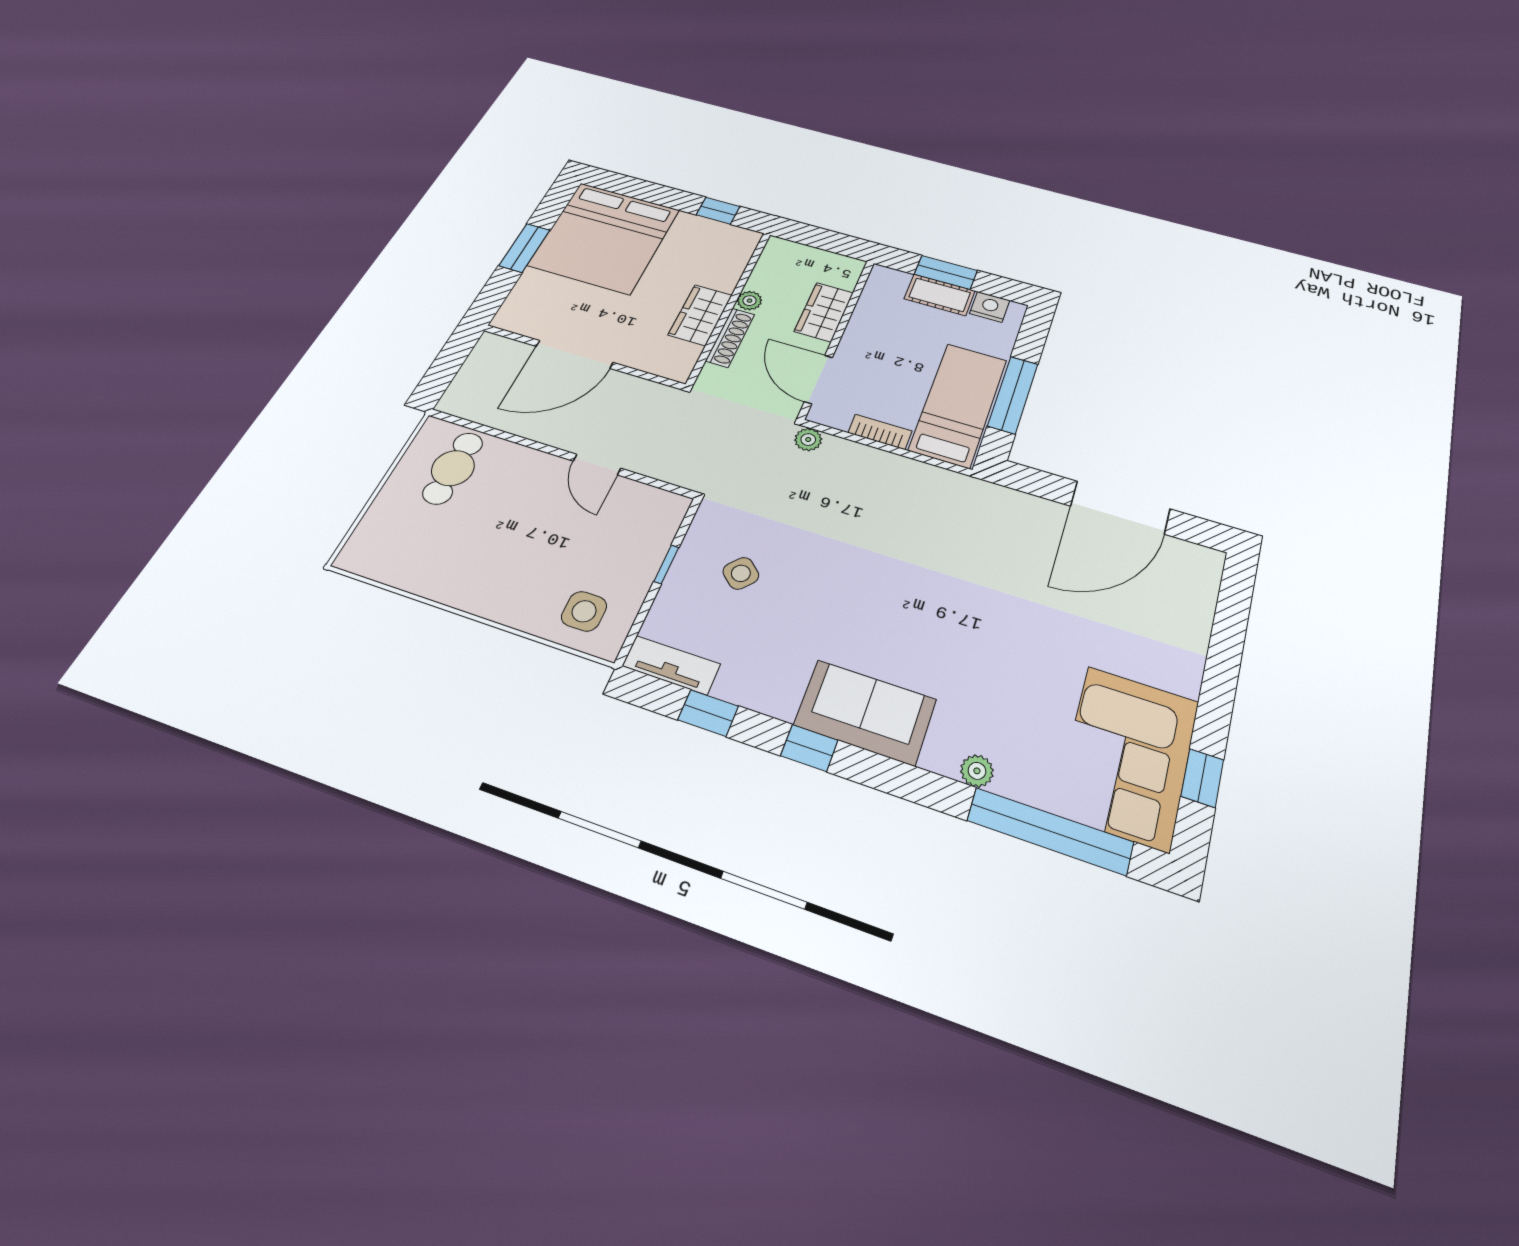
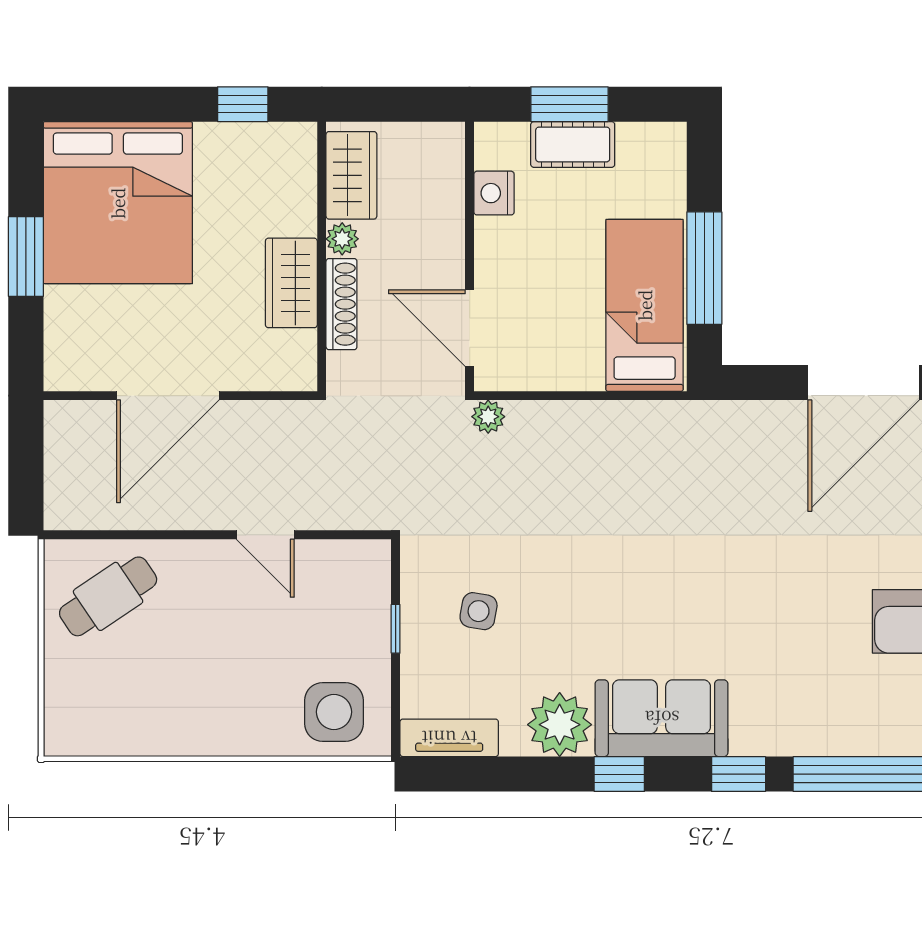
nightstand: (990, 307) -> (494, 193), moved, turned -90
wardrobe: (824, 312) -> (351, 175), moved, turned 180
bookcase: (880, 432) -> (566, 377), removed
cafe table: (453, 468) -> (108, 596), turned 56
side table: (741, 573) -> (479, 611), turned -31
side table: (584, 611) -> (334, 712), width x1.37, depth x1.37
window: (708, 713) -> (739, 774), moved
plant: (977, 771) -> (560, 725), moved, width x1.88, depth x1.88

